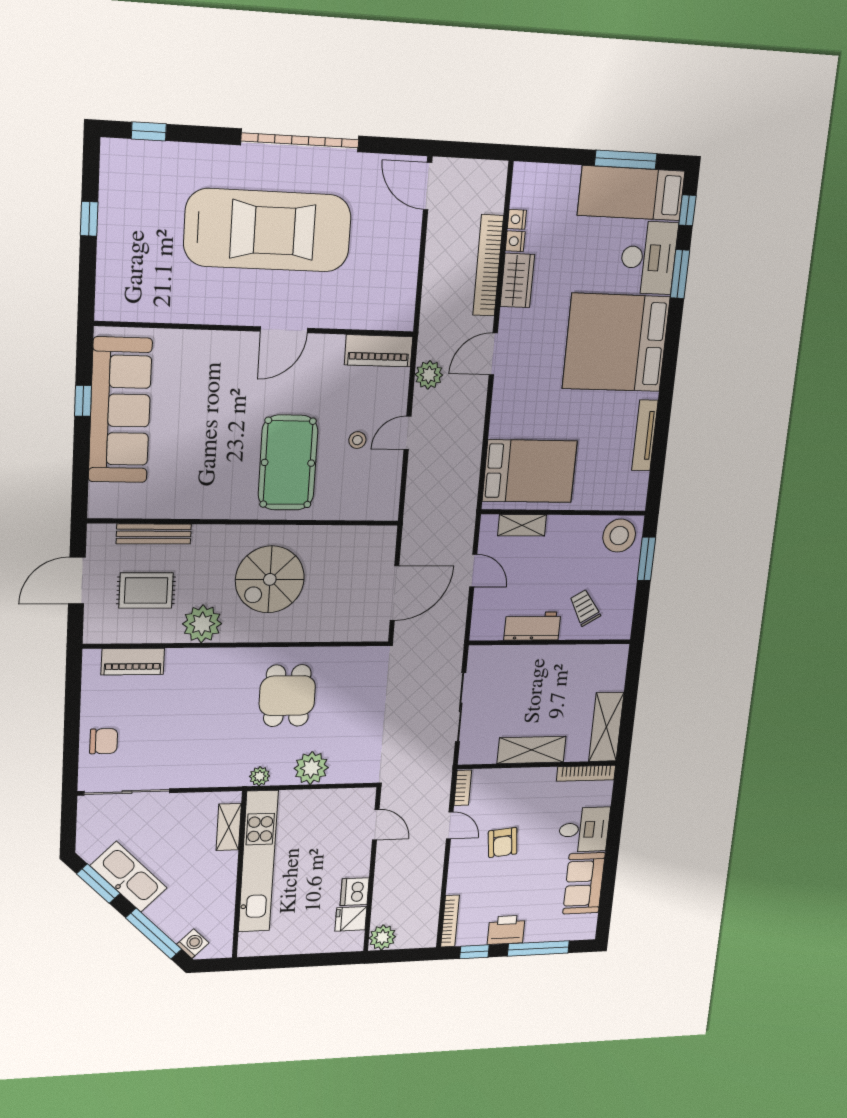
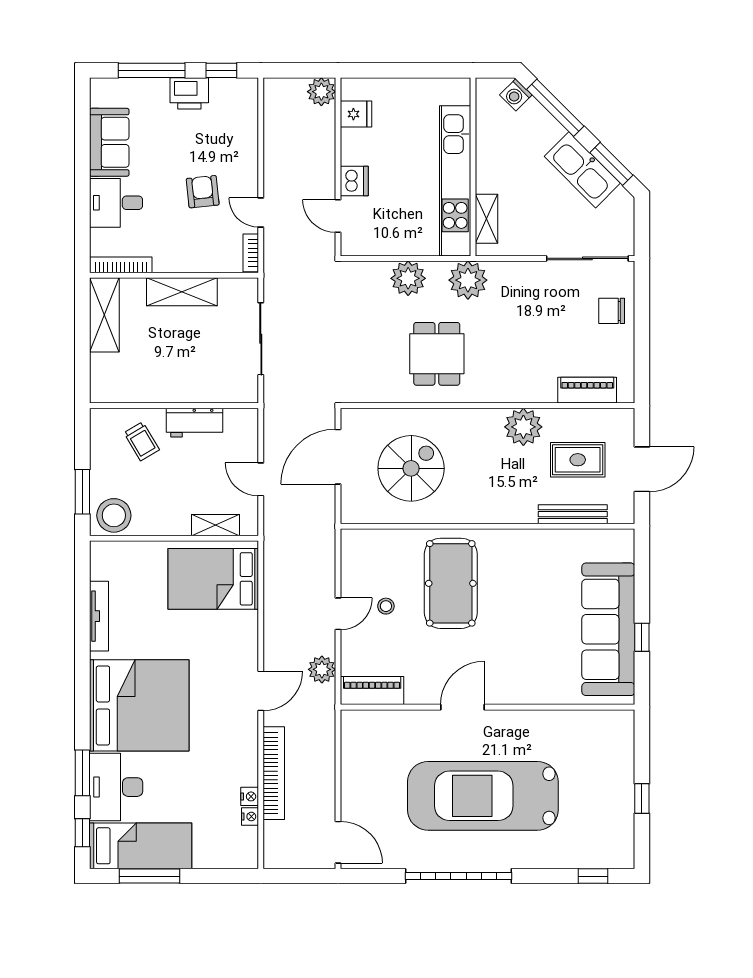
wardrobe: (517, 280) -> (244, 760), removed
spiral stairs: (270, 579) -> (411, 468), moved
plant: (260, 776) -> (468, 280), width x1.88, depth x1.88
dishwasher: (355, 892) -> (354, 181), moved
bookcase: (450, 921) -> (251, 106), removed

